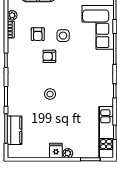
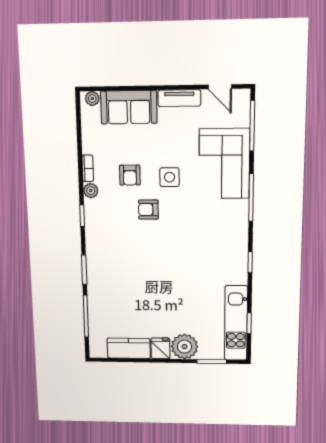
plant: (12, 15) -> (91, 191), moved
stool: (50, 94) -> (151, 266), removed
kitchen counter: (14, 130) -> (129, 348), moved, turned -90
plant: (68, 153) -> (184, 347), width x1.88, depth x1.88

